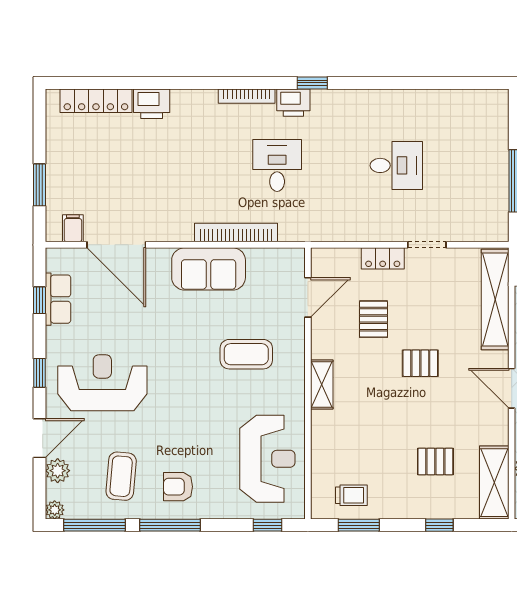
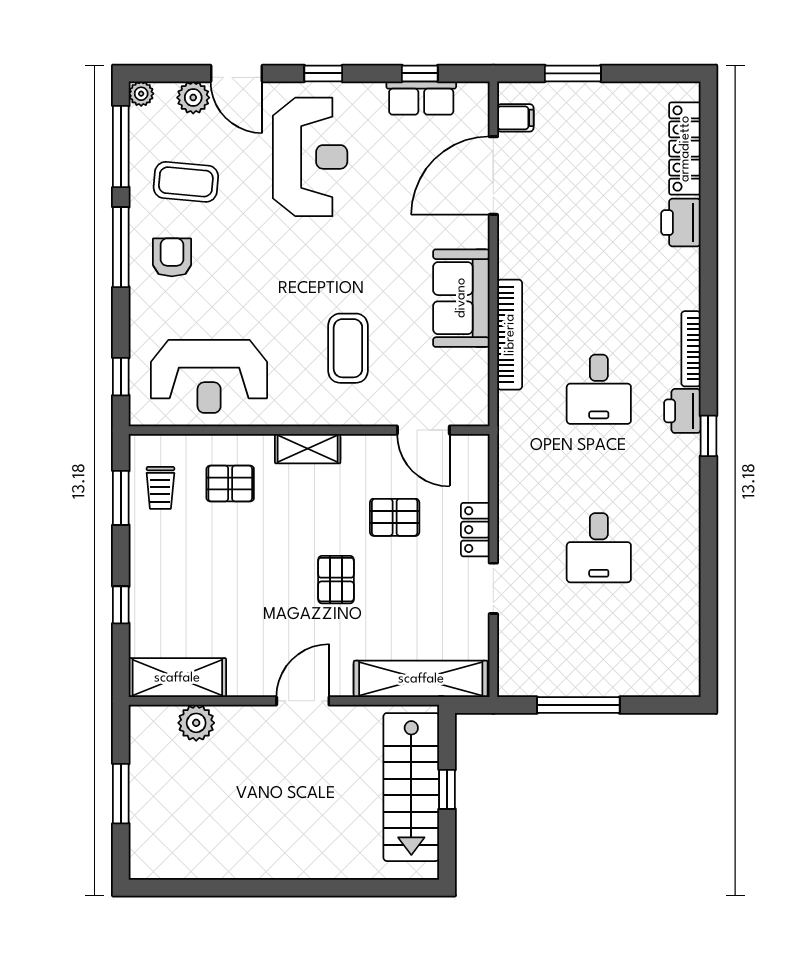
desk: (277, 165) -> (599, 389), turned 90
pallet: (435, 462) -> (230, 484), moved, turned 90

